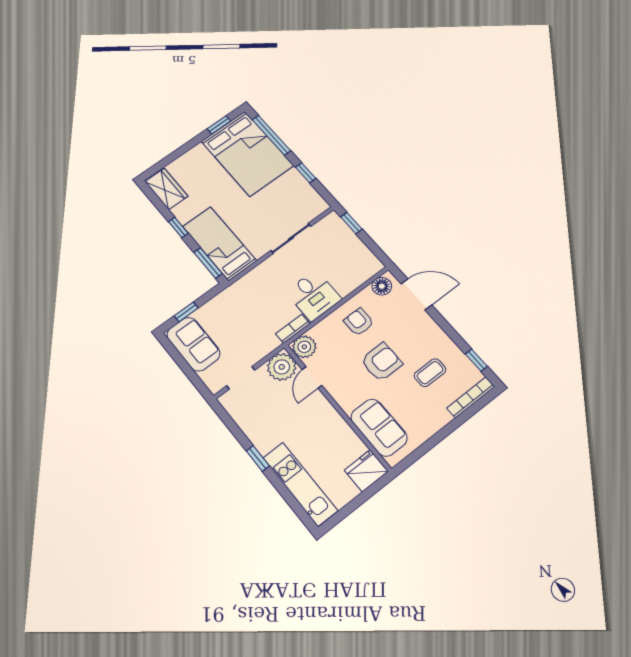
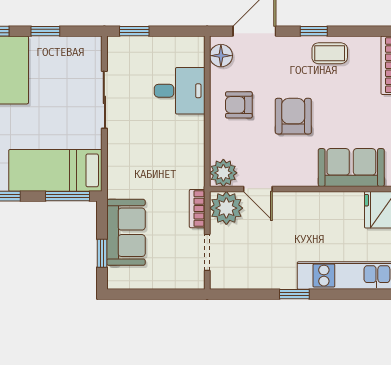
desk: (314, 295) -> (180, 91), moved
bookcase: (293, 329) -> (197, 209), moved
sofa: (193, 344) -> (126, 232), moved, turned 90
window: (476, 360) -> (314, 31), moved
coffee table: (430, 373) -> (330, 53), moved, turned 90

